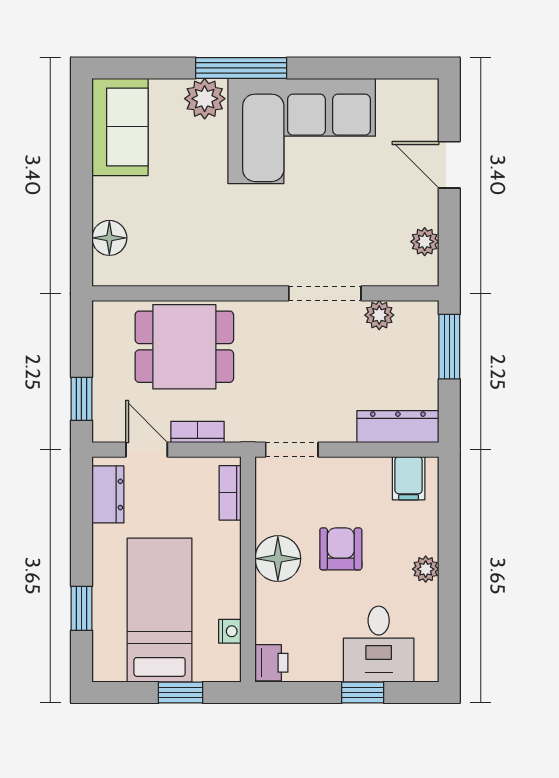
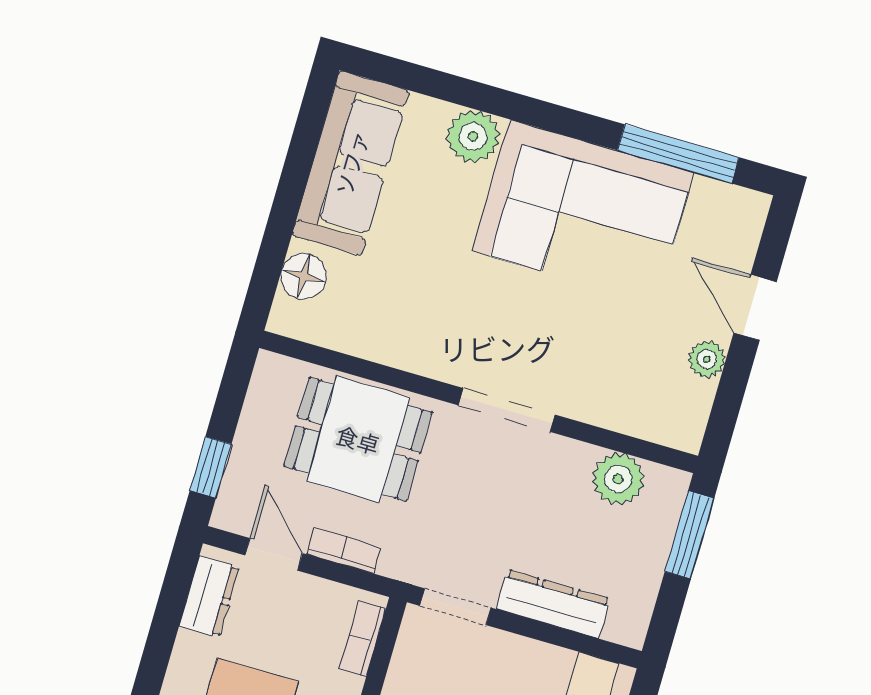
window: (241, 68) -> (678, 154), moved
sofa: (120, 127) -> (351, 163), width x1.36
plant: (425, 242) -> (707, 359), moved
doorway: (325, 293) -> (507, 410), moved
plant: (379, 315) -> (618, 479), width x1.38, depth x1.38
dresser: (398, 427) -> (553, 604), moved

